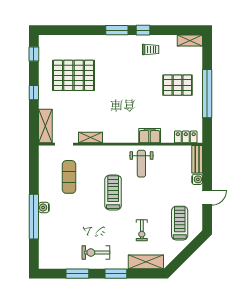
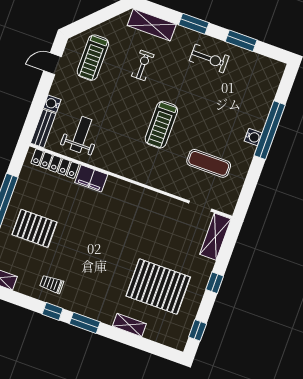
locker: (186, 137) -> (55, 164), width x1.53
shelving: (91, 138) -> (129, 325), moved
weight bench: (141, 164) -> (81, 134), moved
exercise mat: (69, 177) -> (209, 163), turned 90
door: (207, 198) -> (52, 64), moved

